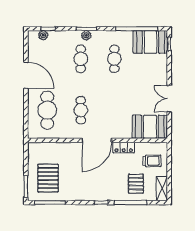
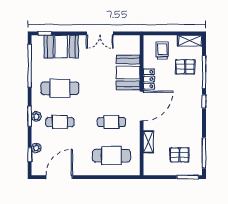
plant: (43, 35) -> (36, 148), moved
booth: (150, 42) -> (61, 47), moved, turned 90
cafe table: (114, 59) -> (60, 88), width x1.37, depth x1.35
door: (26, 75) -> (59, 177), moved
booth: (150, 127) -> (128, 72), moved
door: (97, 140) -> (142, 106), hinge flipped
shelving: (61, 147) -> (148, 142), added
pallet: (48, 178) -> (179, 155), width x0.67, depth x0.71

